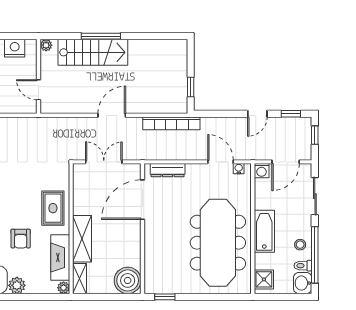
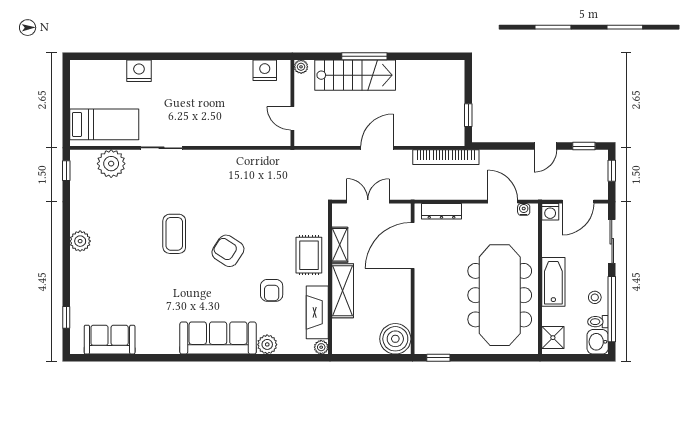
shelving: (79, 279) -> (340, 245), moved

